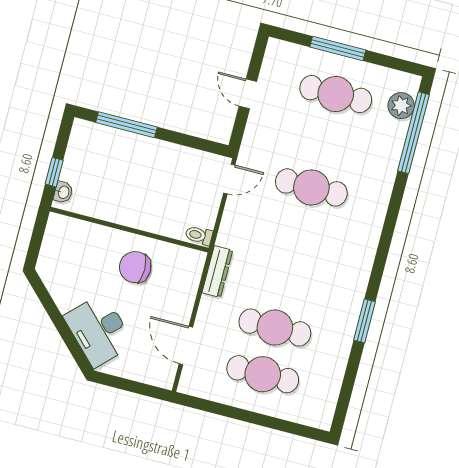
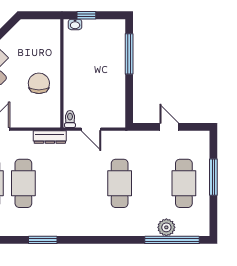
door: (248, 94) -> (169, 127), hinge flipped
plant: (401, 106) -> (166, 227), moved
door: (229, 179) -> (91, 129), moved

